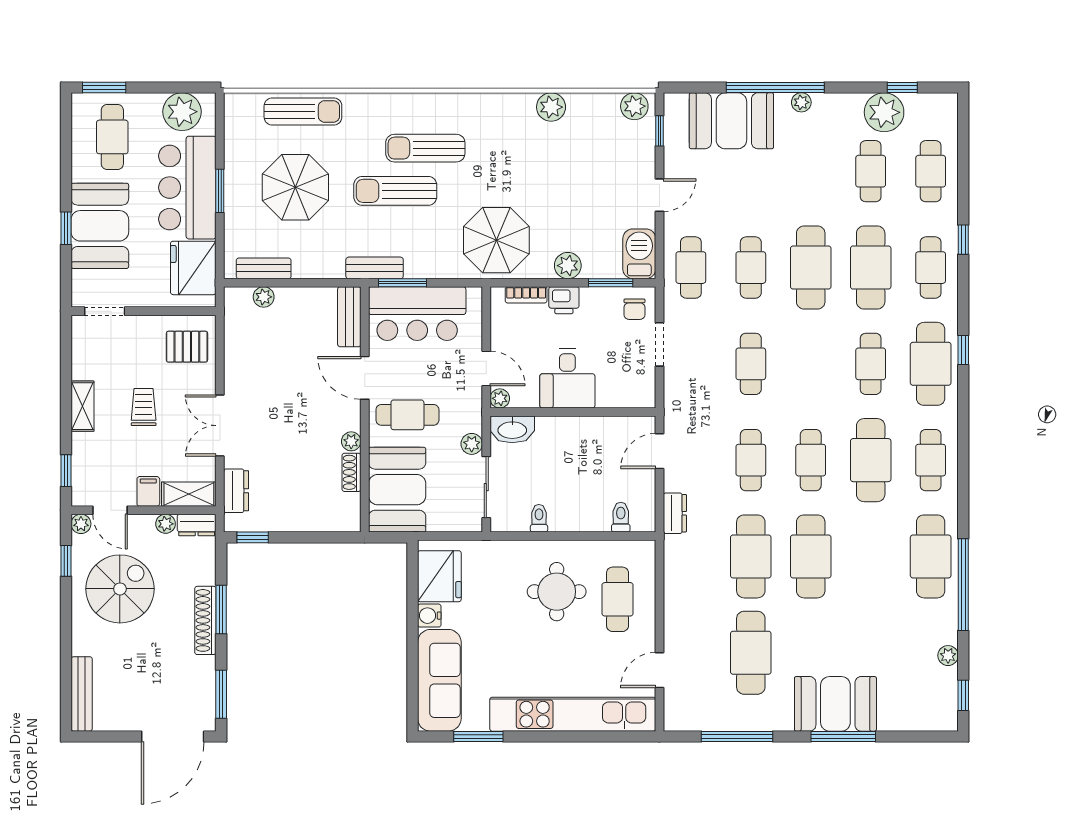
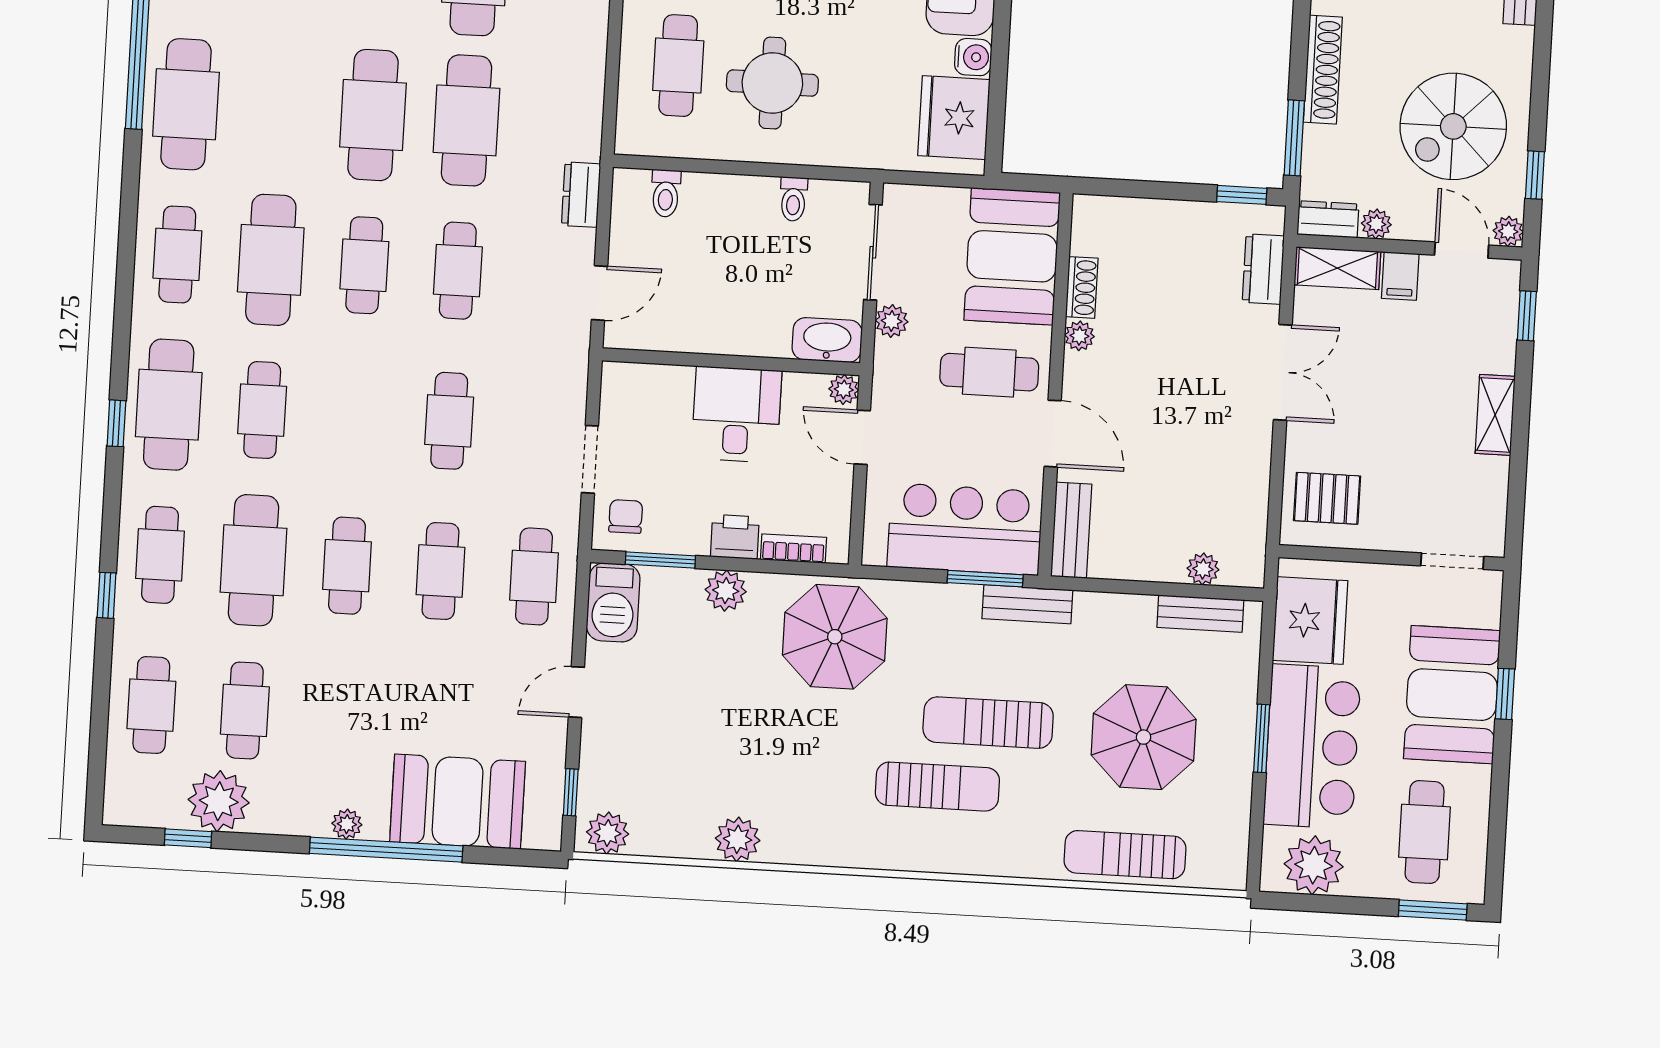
sun lounger: (395, 191) -> (988, 723), turned 180
cafe table: (811, 268) -> (347, 566), width x0.73, depth x0.74
trolley: (144, 407) -> (1400, 408), removed
window: (221, 609) -> (1294, 138), moved

